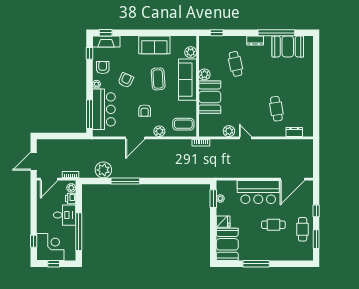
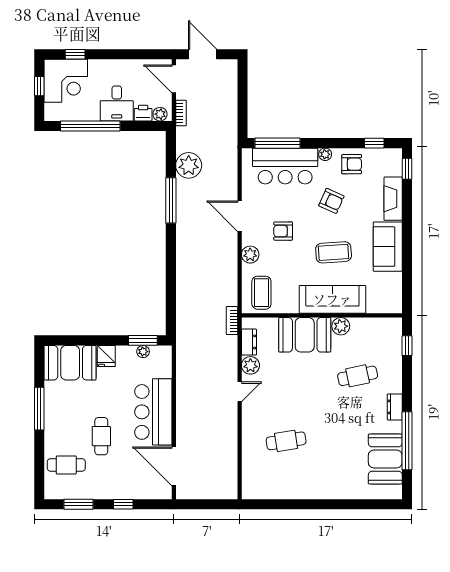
fireplace: (106, 42) -> (393, 199), moved
plant: (191, 52) -> (376, 304), removed
dresser: (294, 132) -> (249, 342), moved
cafe table: (303, 229) -> (66, 465), moved

